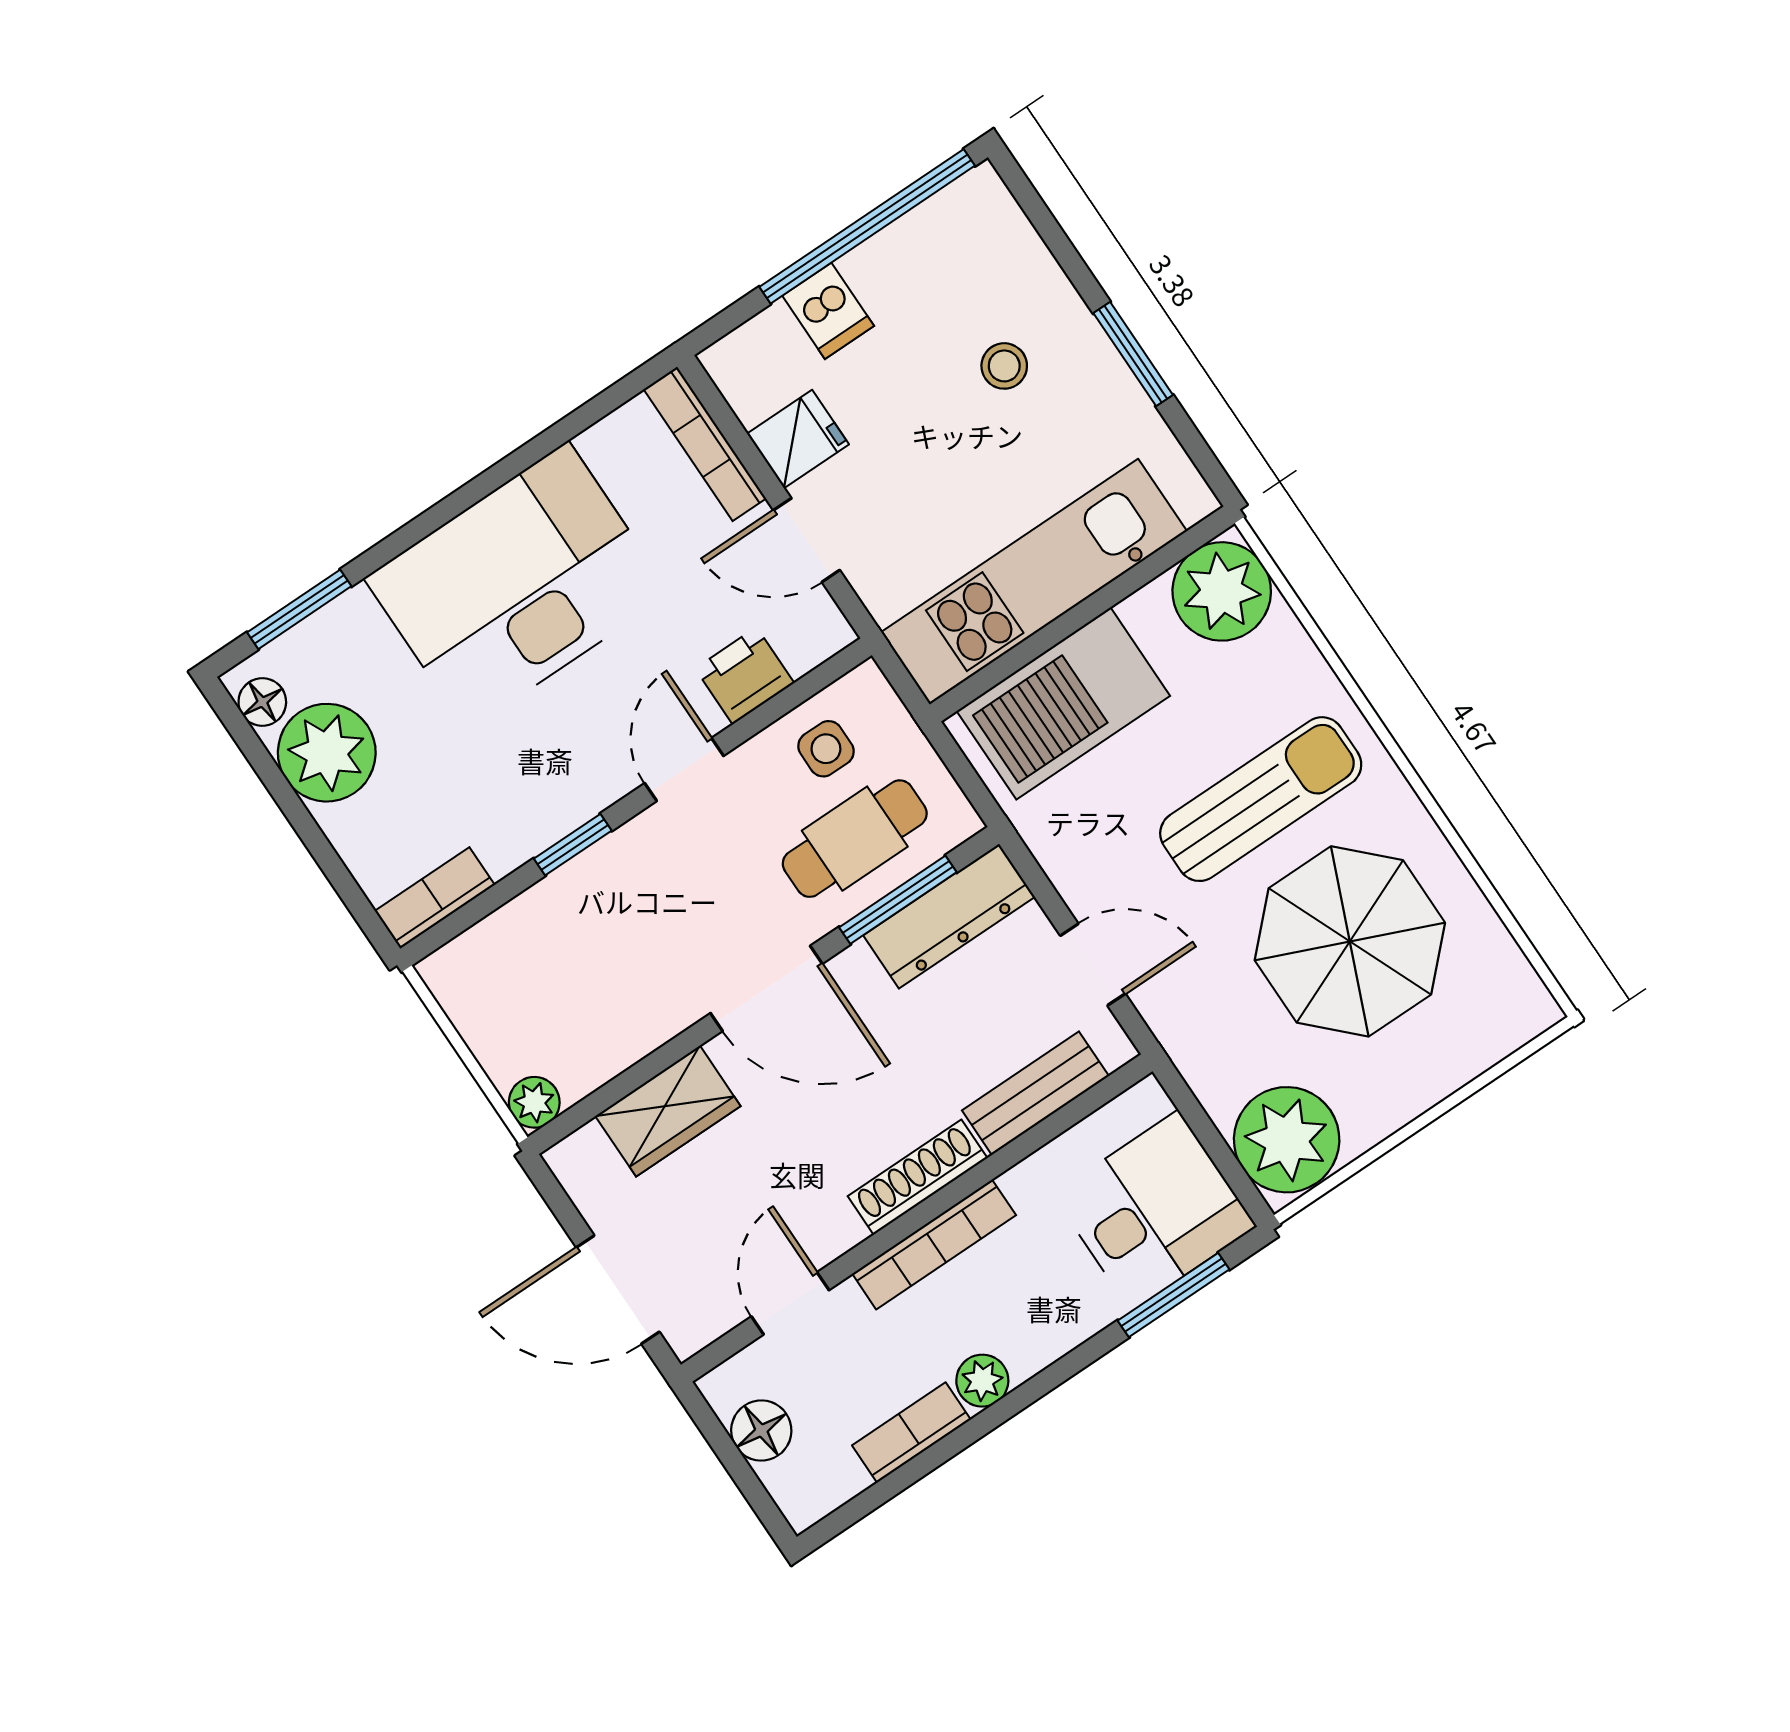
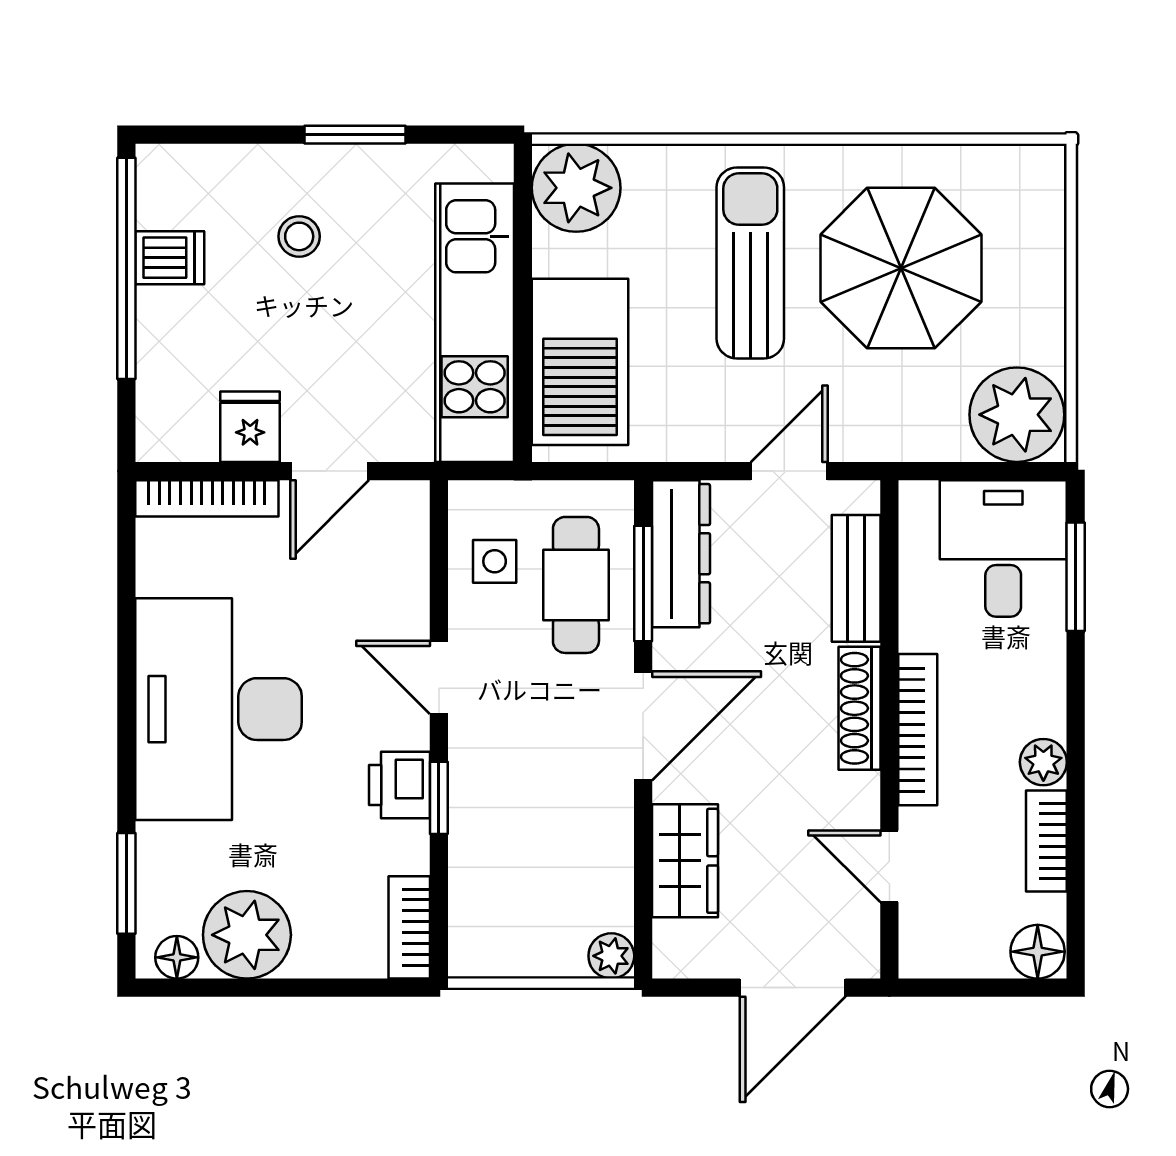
dishwasher: (828, 311) -> (170, 258), moved
printer: (745, 676) -> (399, 785), moved
floor lamp: (761, 1430) -> (1038, 952), moved

